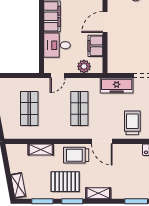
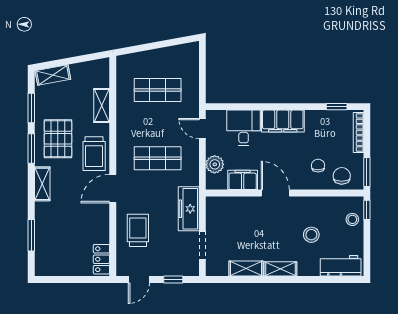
trolley: (132, 123) -> (138, 230), turned -90
trolley: (76, 155) -> (94, 154), turned 180

